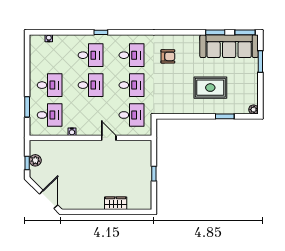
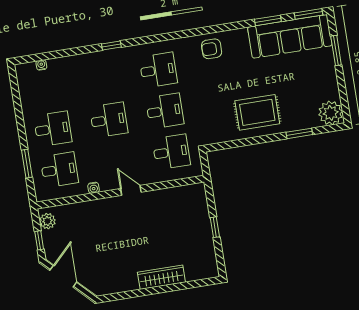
desk: (91, 55) -> (102, 79), removed
armchair: (168, 56) -> (212, 49), moved, turned 180
rug: (210, 88) -> (257, 112), moved
plant: (254, 110) -> (331, 113), width x1.87, depth x1.87
door: (109, 138) -> (131, 190), moved
plant: (35, 160) -> (47, 221), moved
door: (49, 199) -> (63, 276), moved
wardrobe: (116, 203) -> (161, 277), width x1.50

